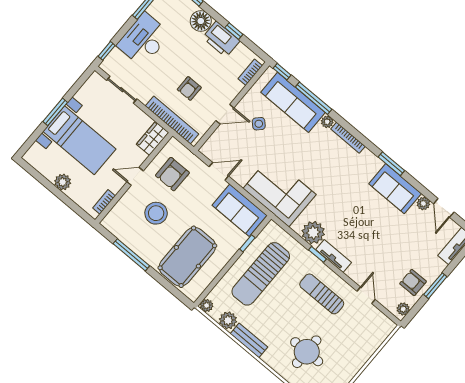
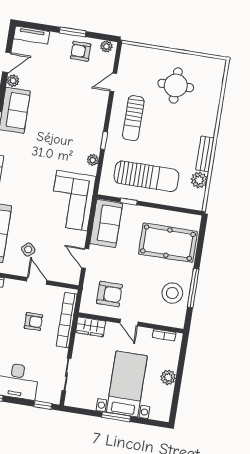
stool: (156, 213) -> (172, 293), moved
plant: (313, 233) -> (93, 160), width x0.53, depth x0.53
tv unit: (334, 256) -> (98, 127), removed
armchair: (413, 283) -> (81, 51), turned 90
plant: (207, 305) -> (197, 204), removed
round table: (307, 352) -> (176, 85), moved

